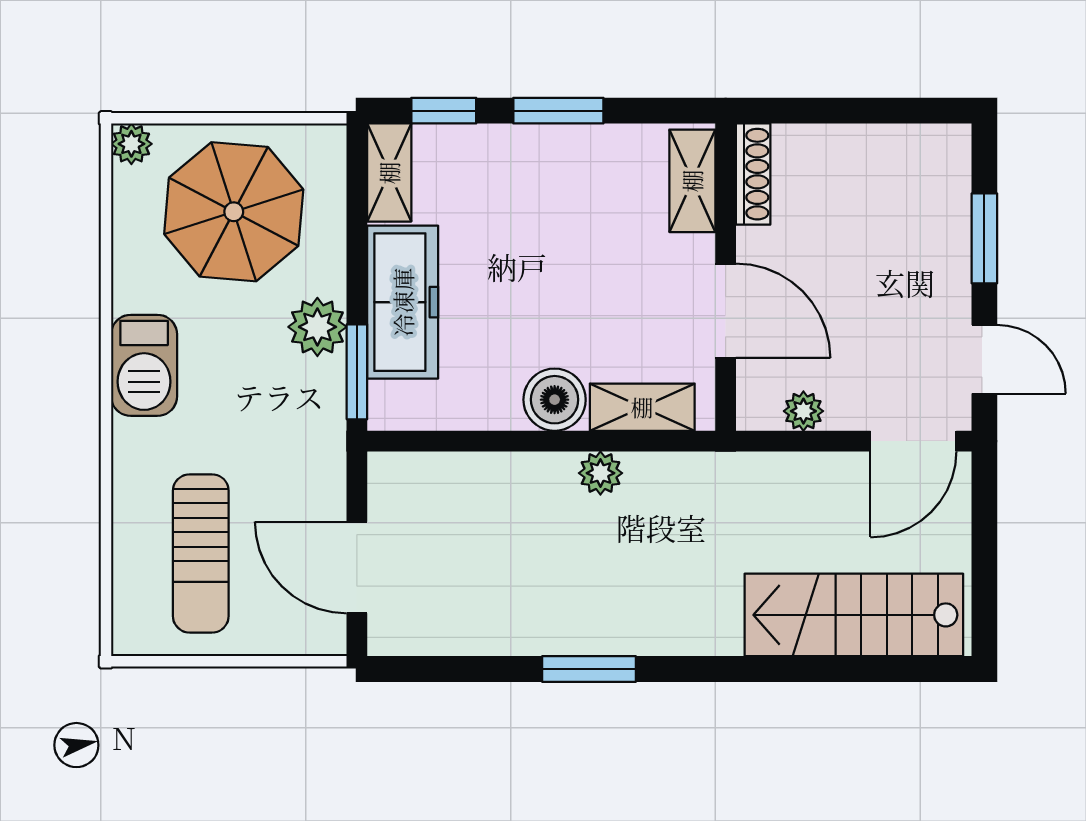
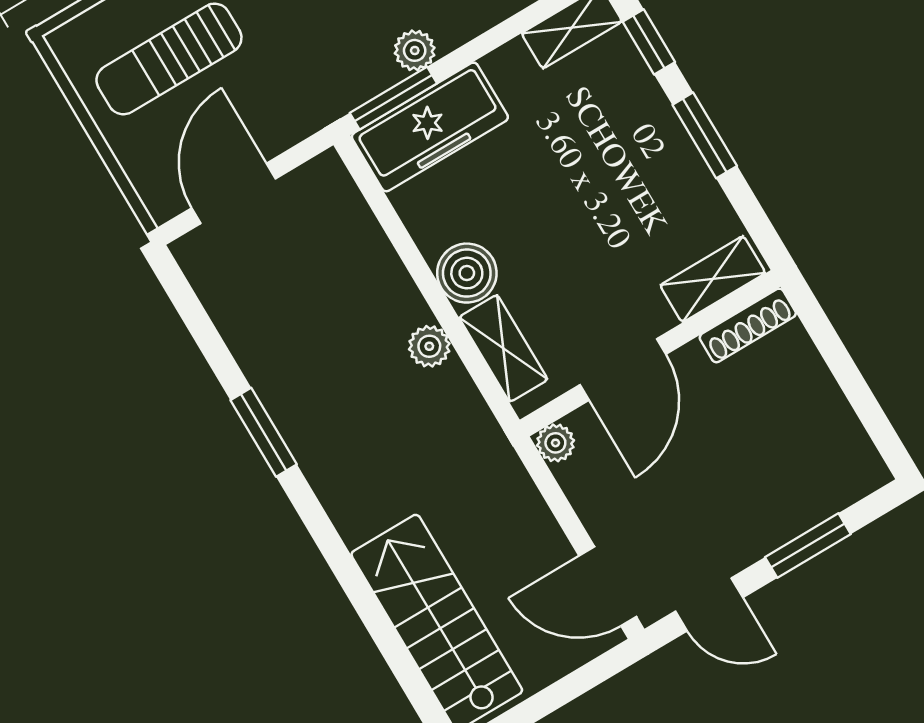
freezer: (403, 302) -> (430, 127), moved
plant: (317, 327) -> (415, 50), width x0.73, depth x0.73
door: (984, 359) -> (709, 604), hinge flipped
plant: (803, 411) -> (555, 443), moved

